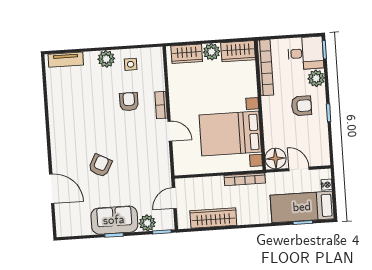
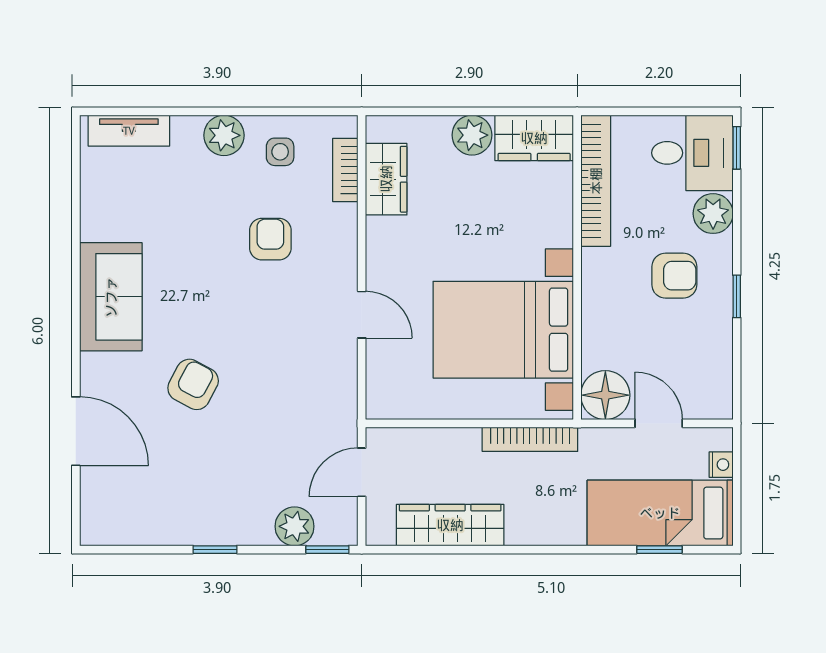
wardrobe: (187, 54) -> (386, 179), moved, turned -90
bookcase: (161, 105) -> (345, 170), moved
sofa: (114, 220) -> (111, 297), moved, turned 90

